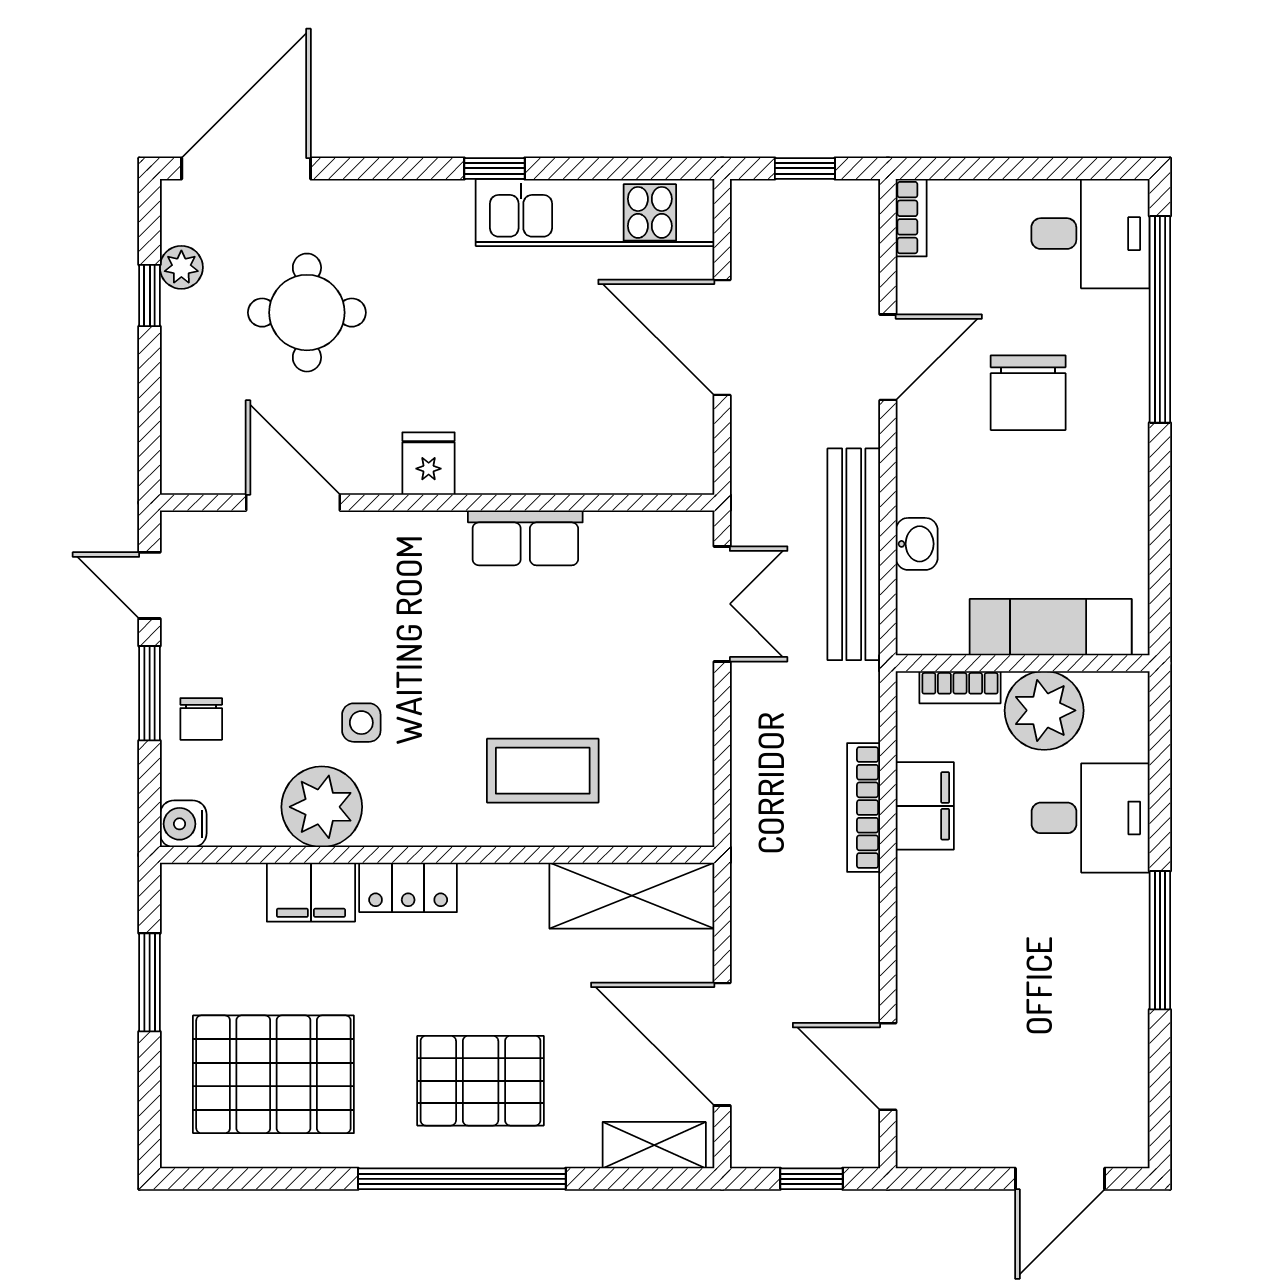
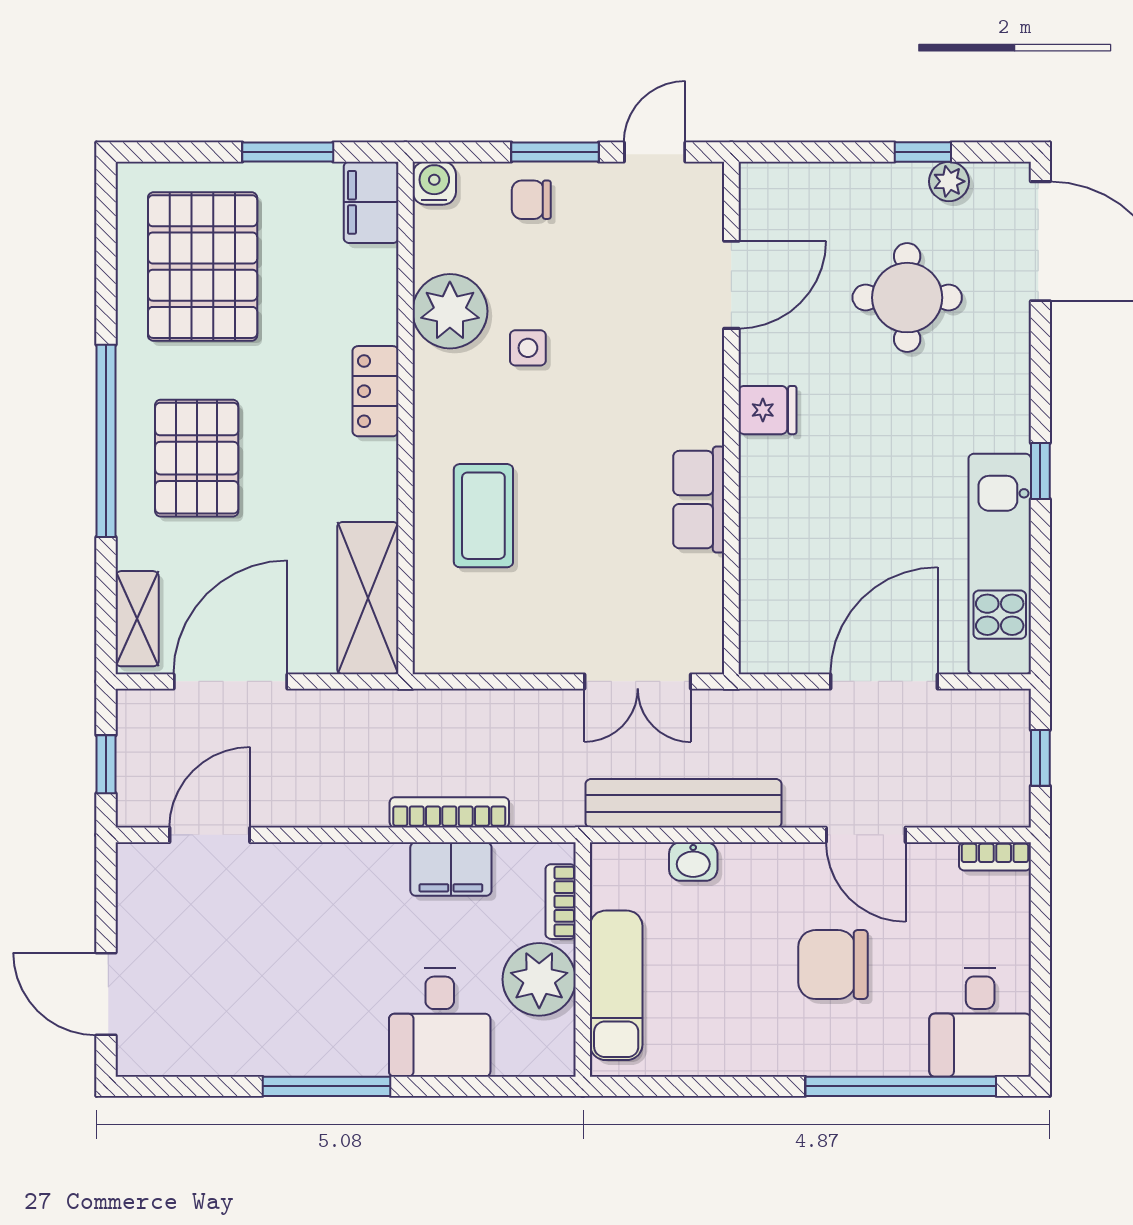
filing cabinet: (311, 892) -> (371, 202), moved

